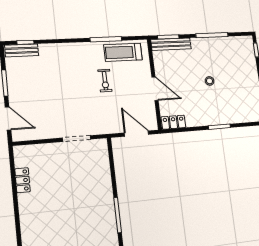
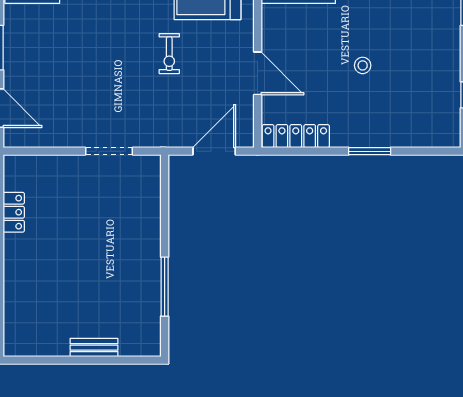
locker: (173, 122) -> (296, 136), width x1.53
door: (136, 134) -> (214, 151), hinge flipped

